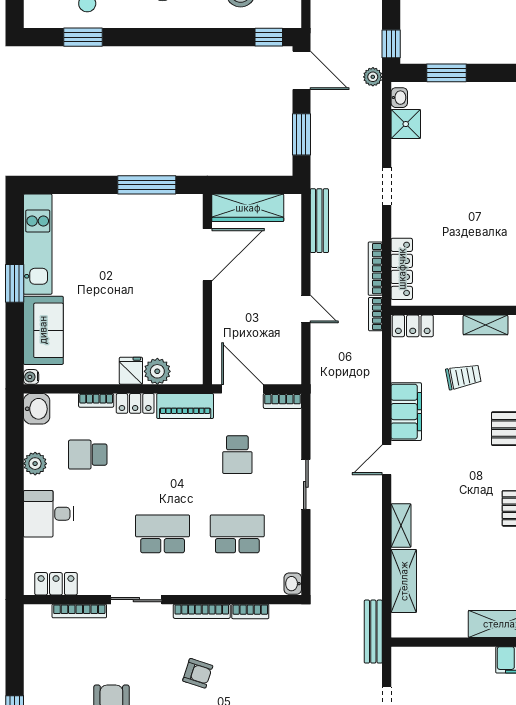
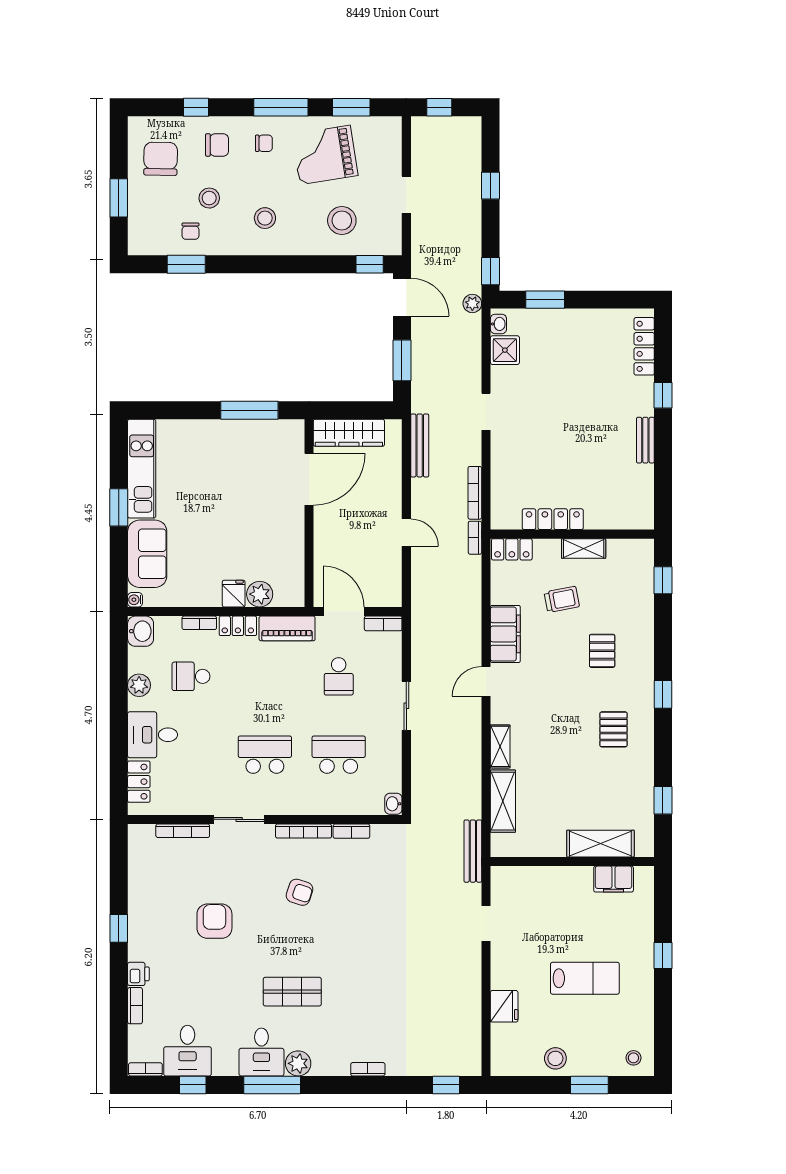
locker: (402, 269) -> (553, 519), moved, turned -90
locker: (56, 584) -> (139, 782), moved, turned 90

